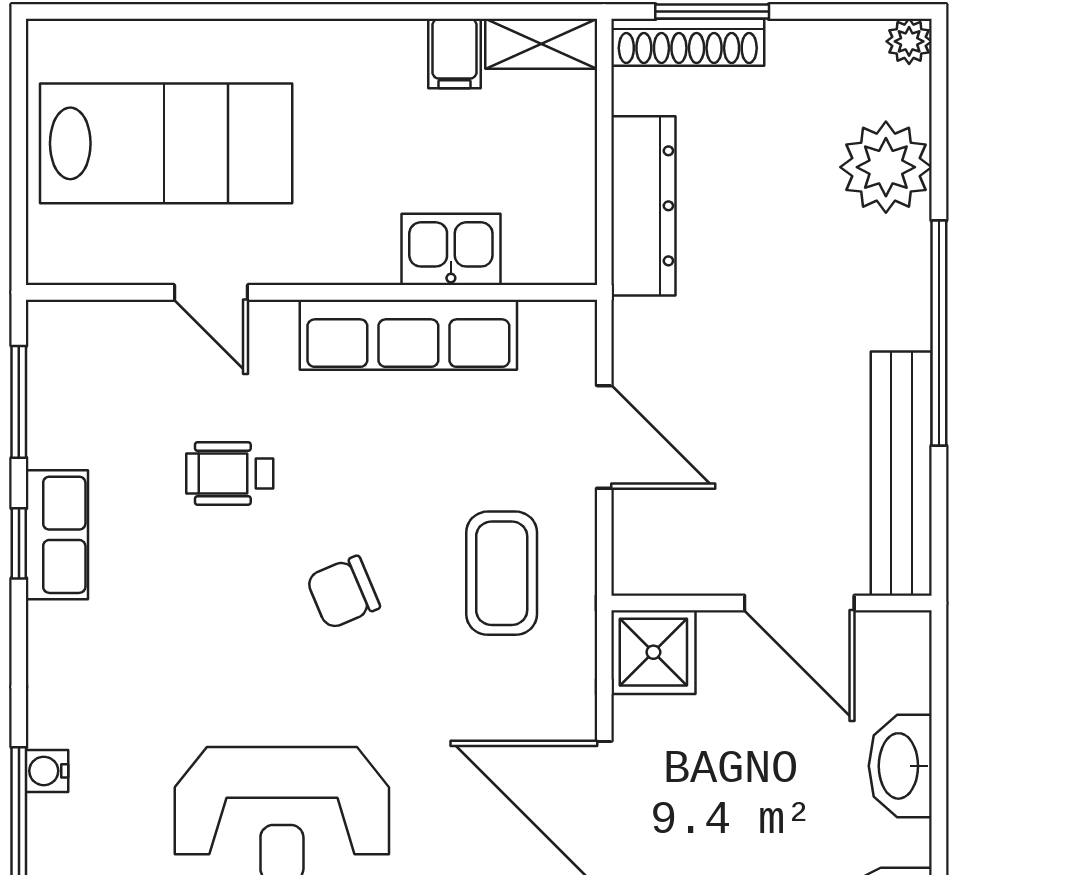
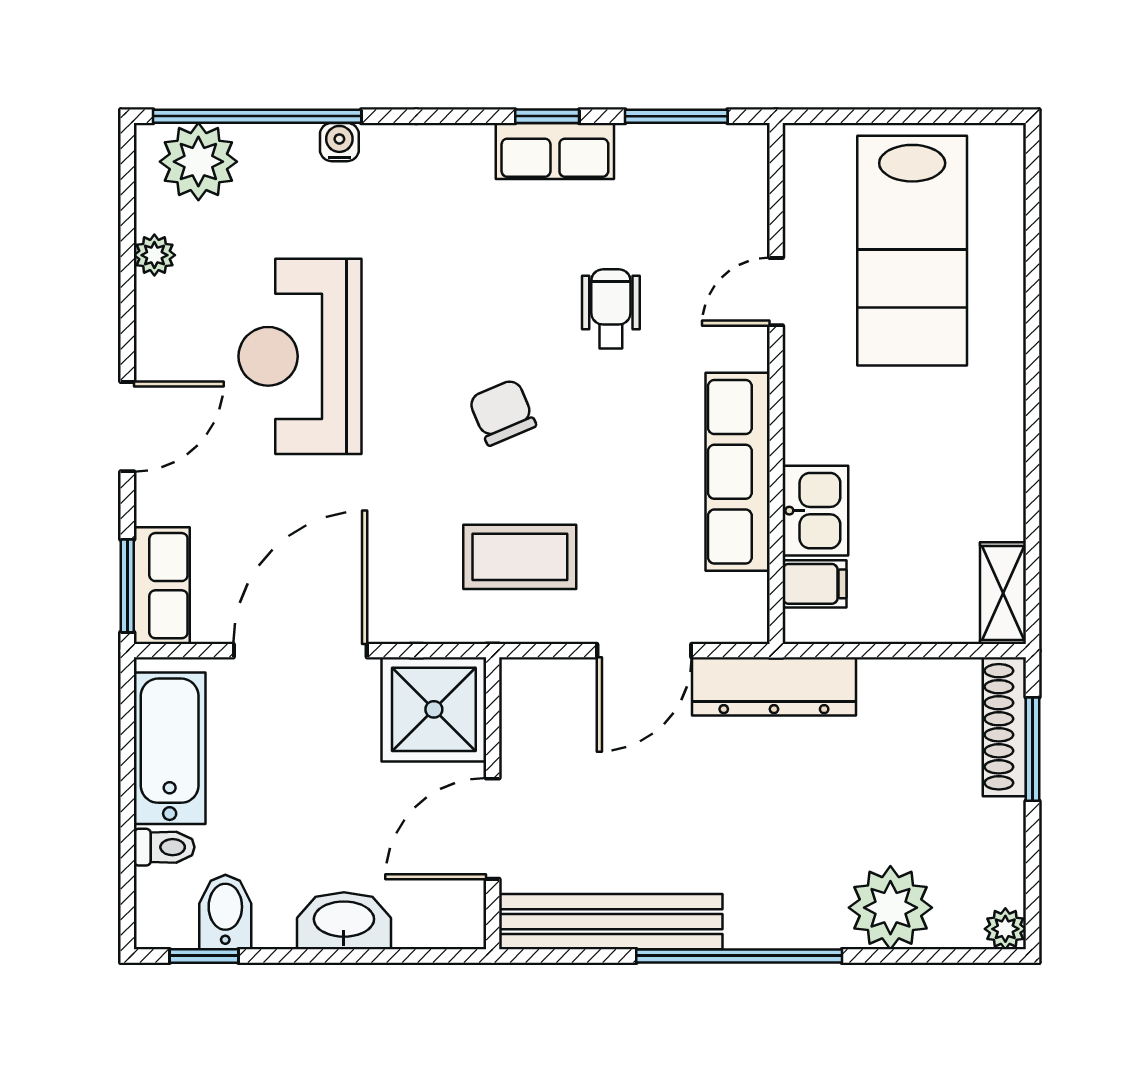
filing cabinet: (454, 54) -> (815, 584), moved, turned 180
dresser: (643, 206) -> (774, 686), moved
shower: (653, 652) -> (434, 709), width x1.36, depth x1.36

